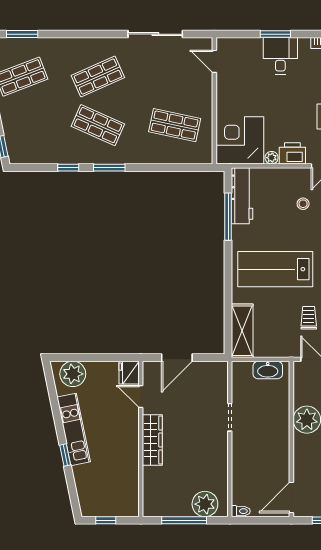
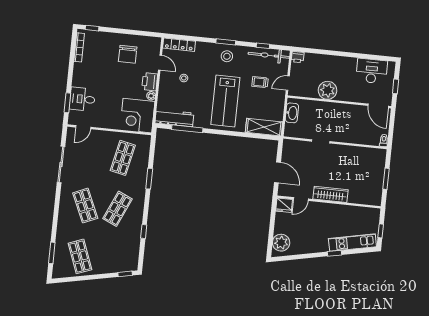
window: (275, 34) -> (67, 103), moved
desk: (280, 56) -> (82, 99), moved
window: (109, 168) -> (149, 179), moved
kitchen unit: (74, 429) -> (352, 243), moved
plant: (205, 504) -> (377, 164), removed
window: (184, 520) -> (386, 179), width x0.69

